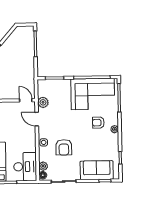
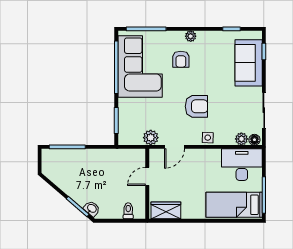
door: (26, 100) -> (147, 176), moved
armchair: (64, 147) -> (196, 106), moved

